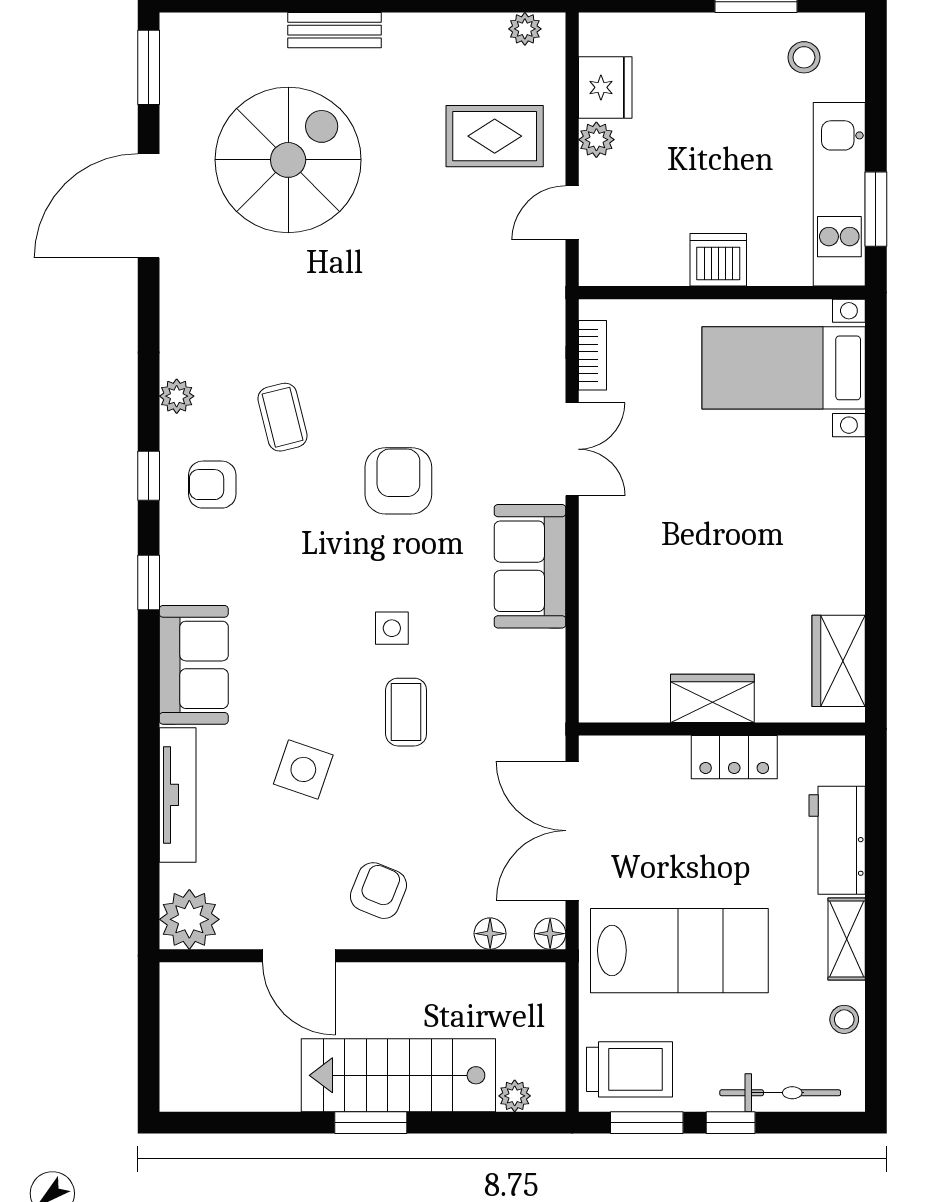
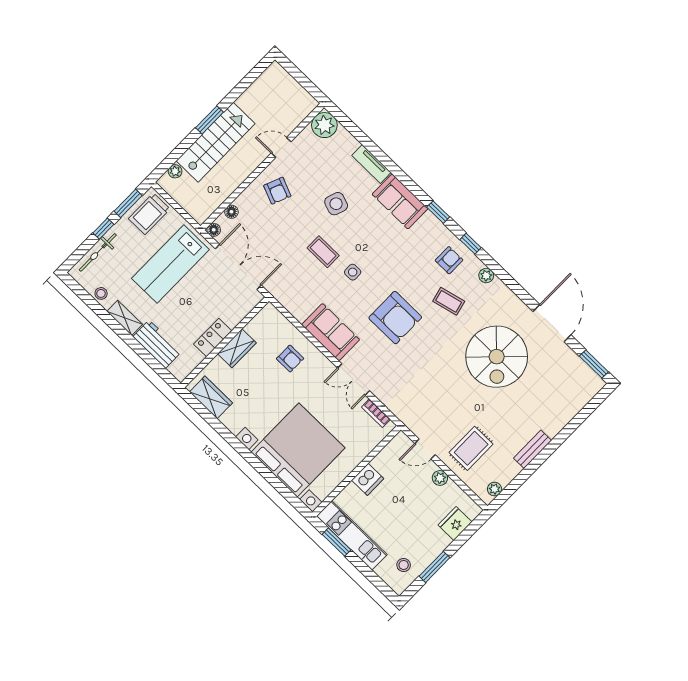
bench: (334, 30) -> (533, 449), moved
fridge: (605, 87) -> (455, 523), moved, turned 90
spiral stairs: (288, 160) -> (497, 357), moved
door: (572, 213) -> (425, 449), swing flipped
bed with nightstands: (784, 368) -> (298, 450), width x1.85
armchair: (398, 481) -> (395, 318), width x1.36, depth x1.36
armchair: (642, 591) -> (290, 359), added
tv unit: (178, 795) -> (371, 164), width x0.71
door: (299, 956) -> (281, 147), width x0.73

